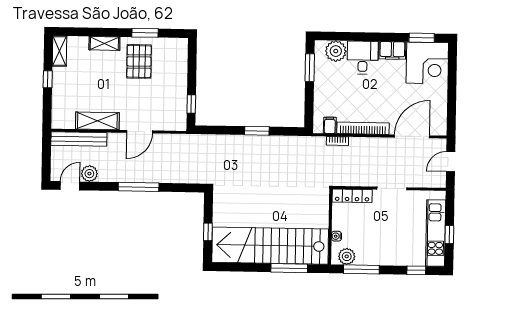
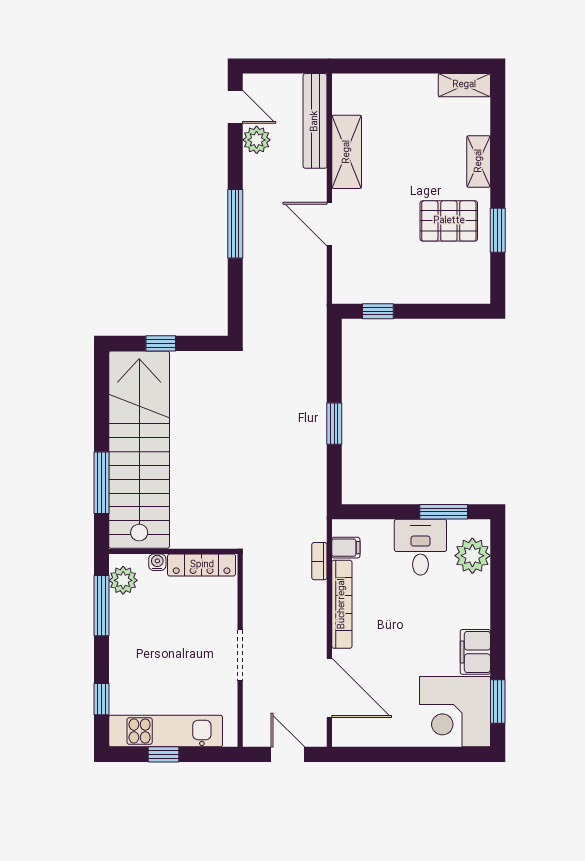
desk: (363, 58) -> (420, 547), moved, turned -90
window: (48, 79) -> (416, 66), removed
locker: (352, 196) -> (202, 565), moved, turned -90

